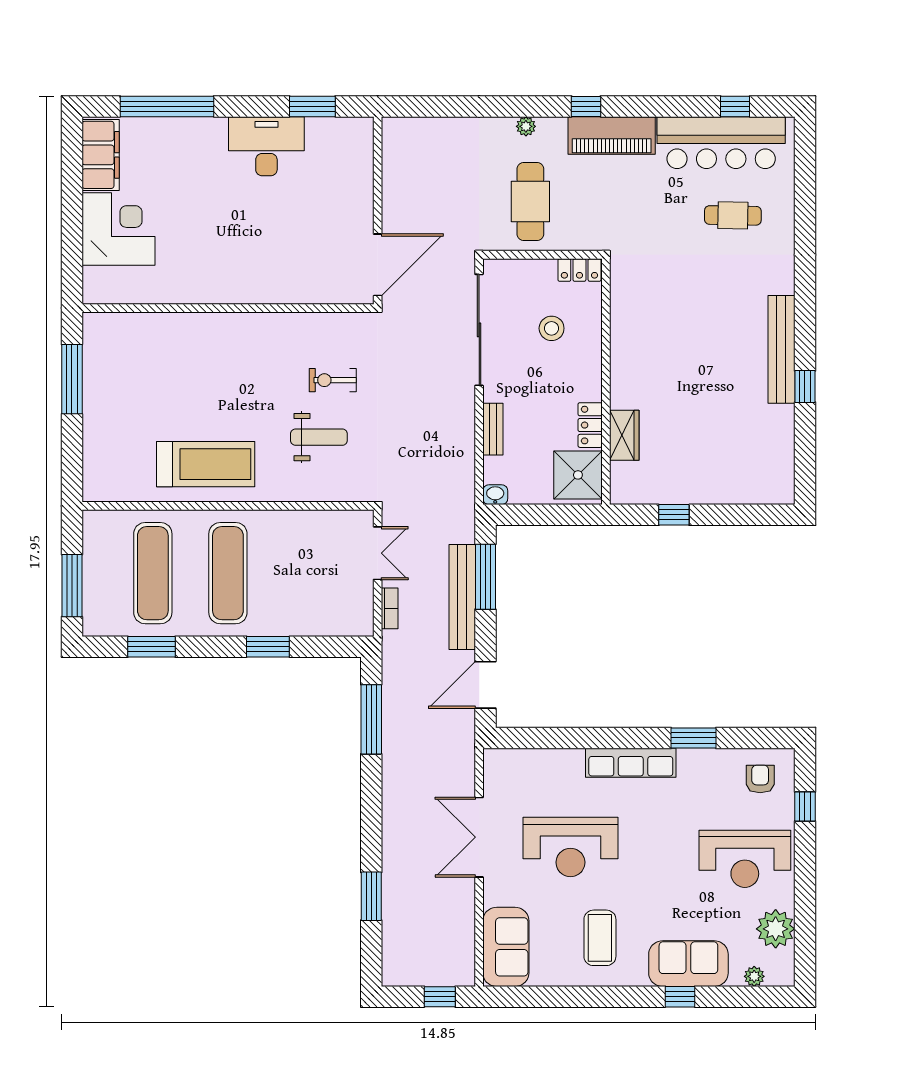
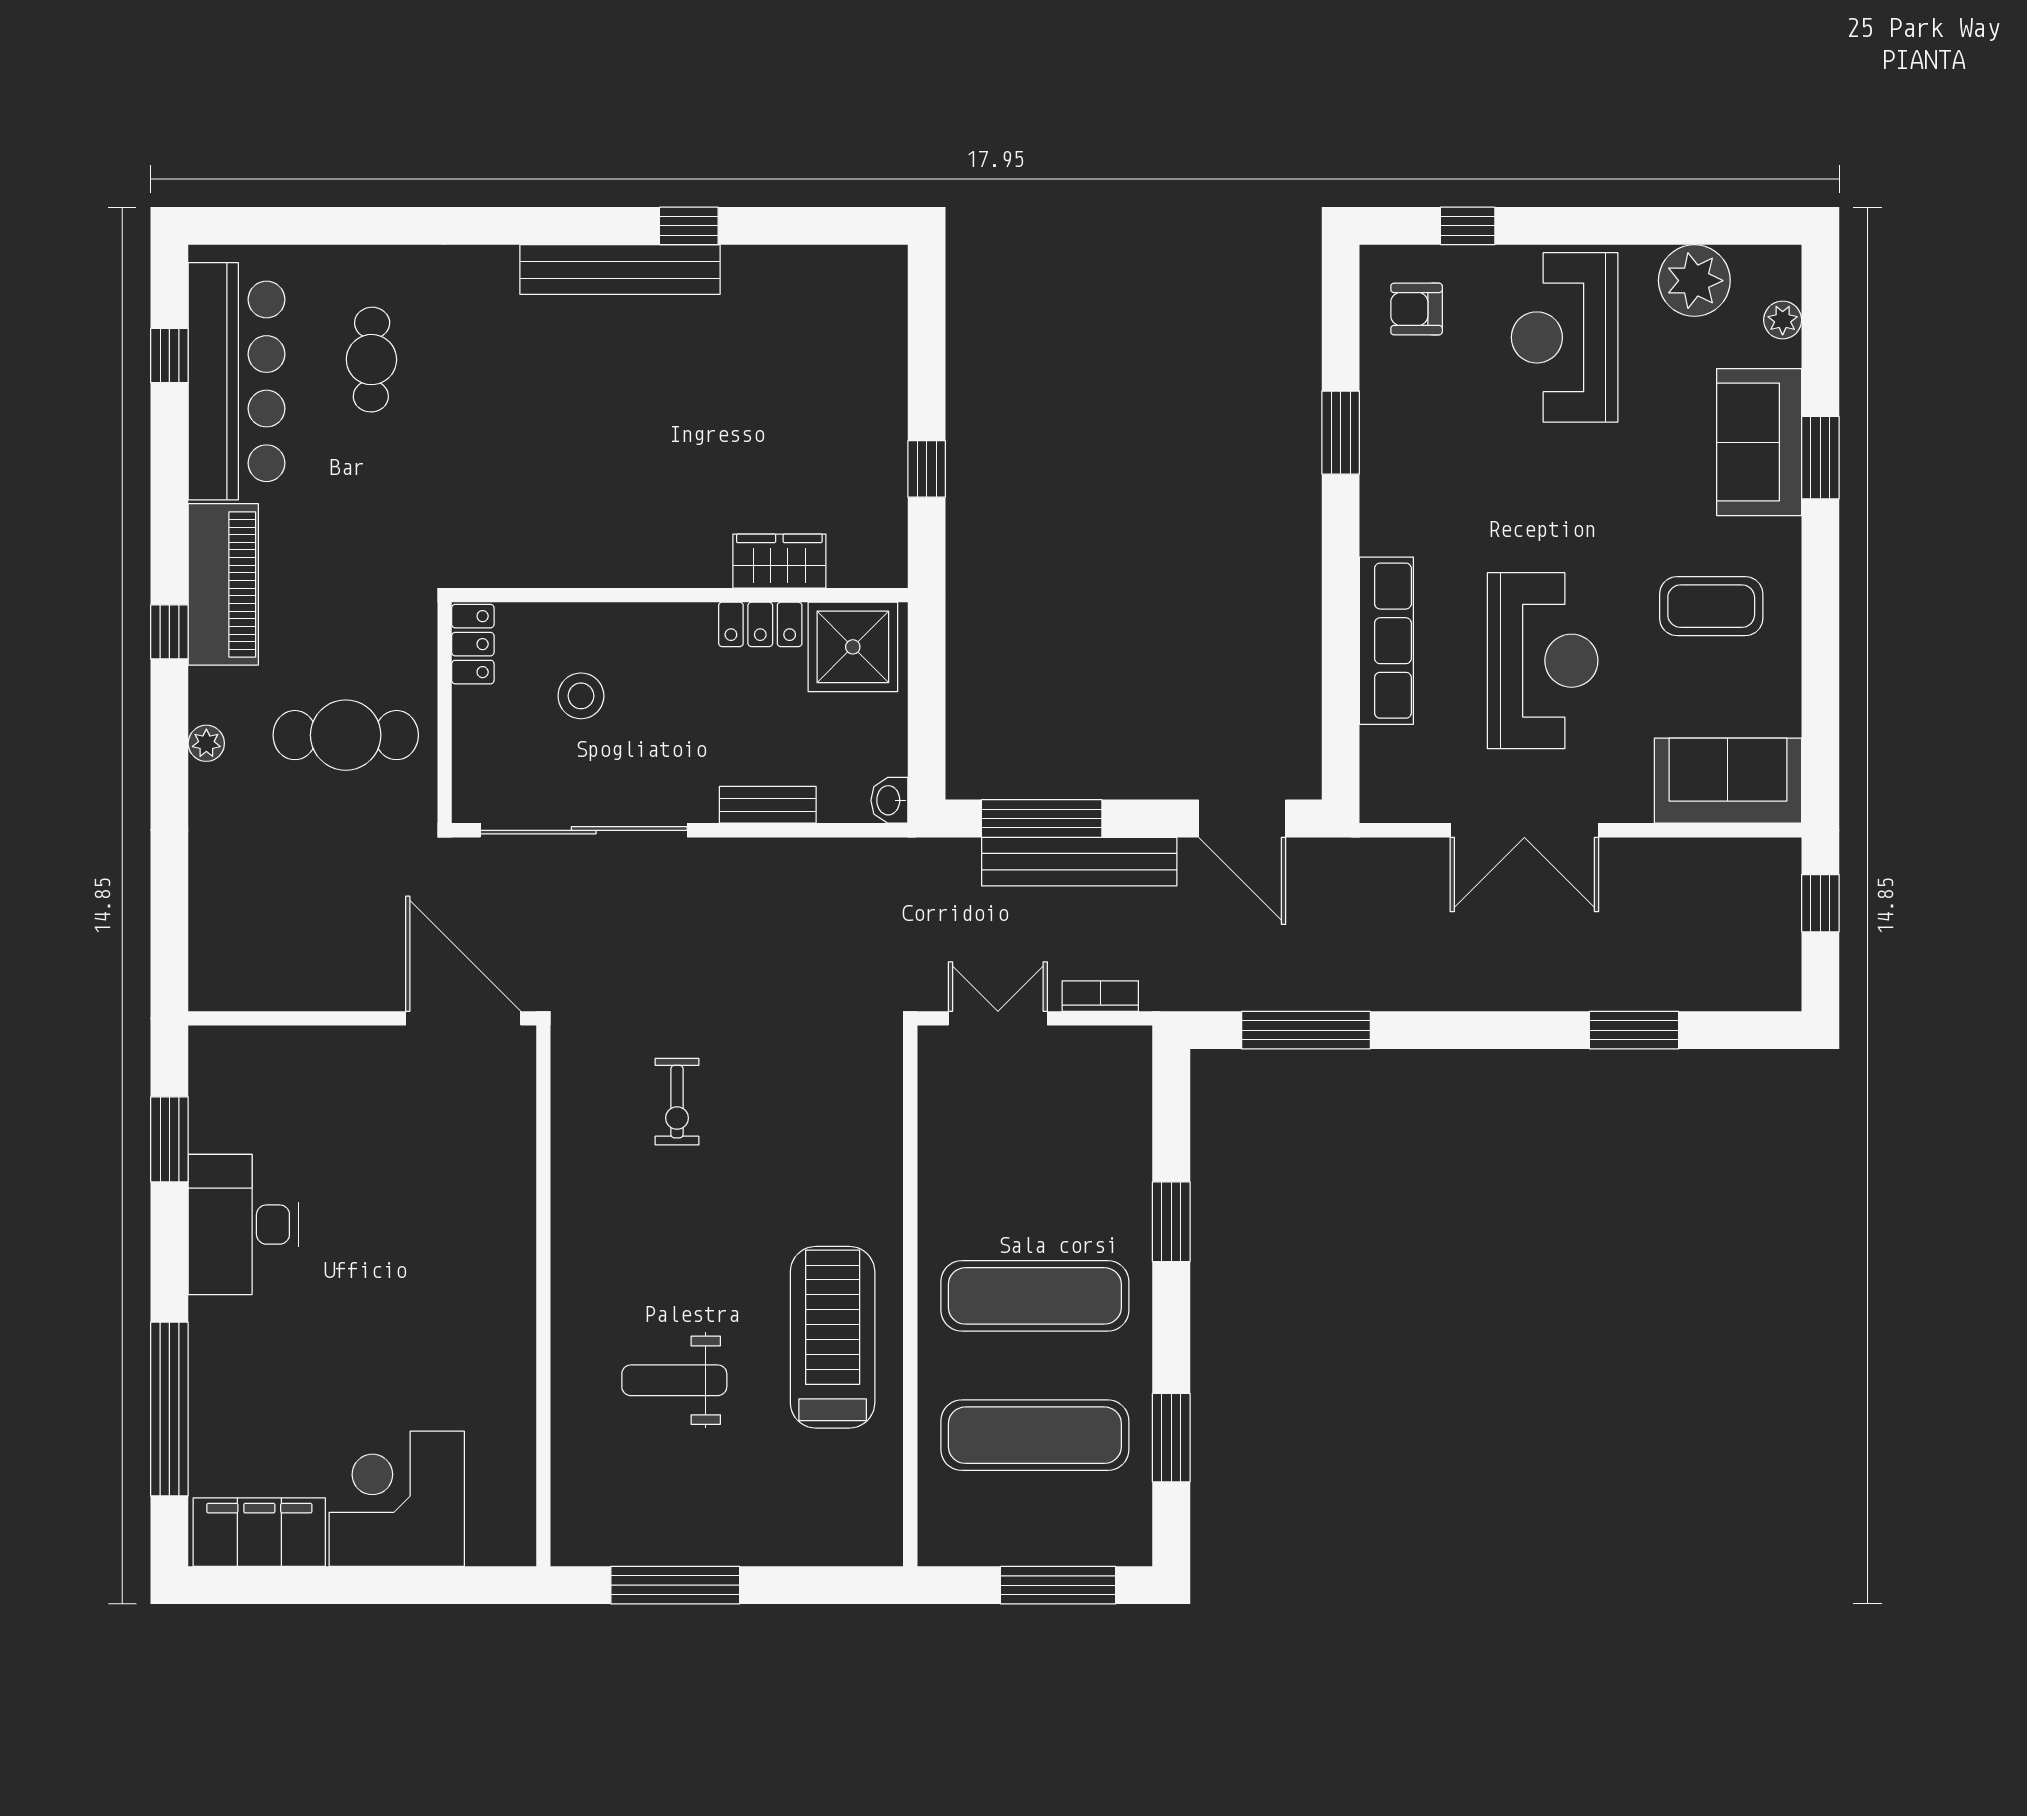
weight bench: (319, 437) -> (674, 1380), moved, turned -90
row of seats: (631, 763) -> (1386, 641), moved
reception desk: (745, 859) -> (1565, 337), turned 180
window: (680, 997) -> (1820, 458), width x1.50

